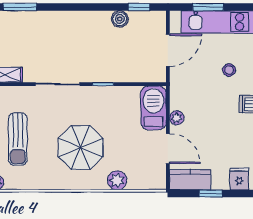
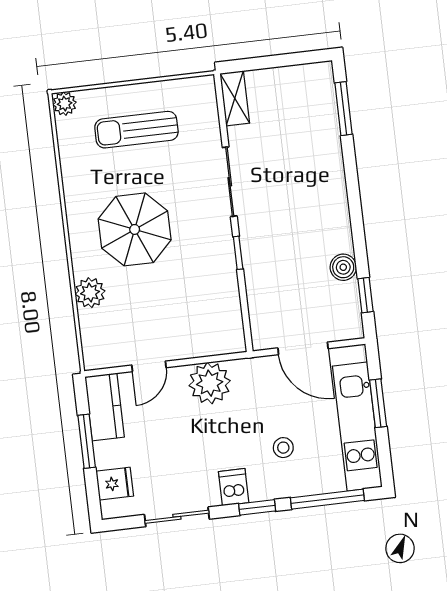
barbecue: (153, 108) -> (210, 336), removed
plant: (177, 118) -> (210, 383), width x1.88, depth x1.88
door: (168, 149) -> (149, 366), width x0.73
window: (210, 194) -> (87, 441), width x1.50

